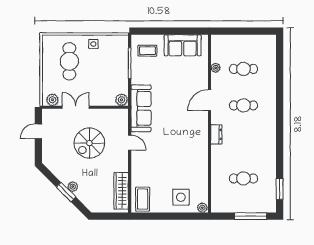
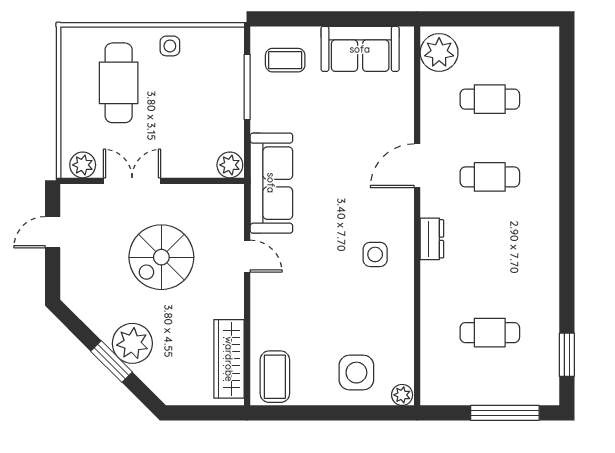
plant: (216, 68) -> (439, 52), moved, width x1.88, depth x1.88
side table: (190, 142) -> (375, 254), added
plant: (73, 187) -> (132, 343), width x1.88, depth x1.88

